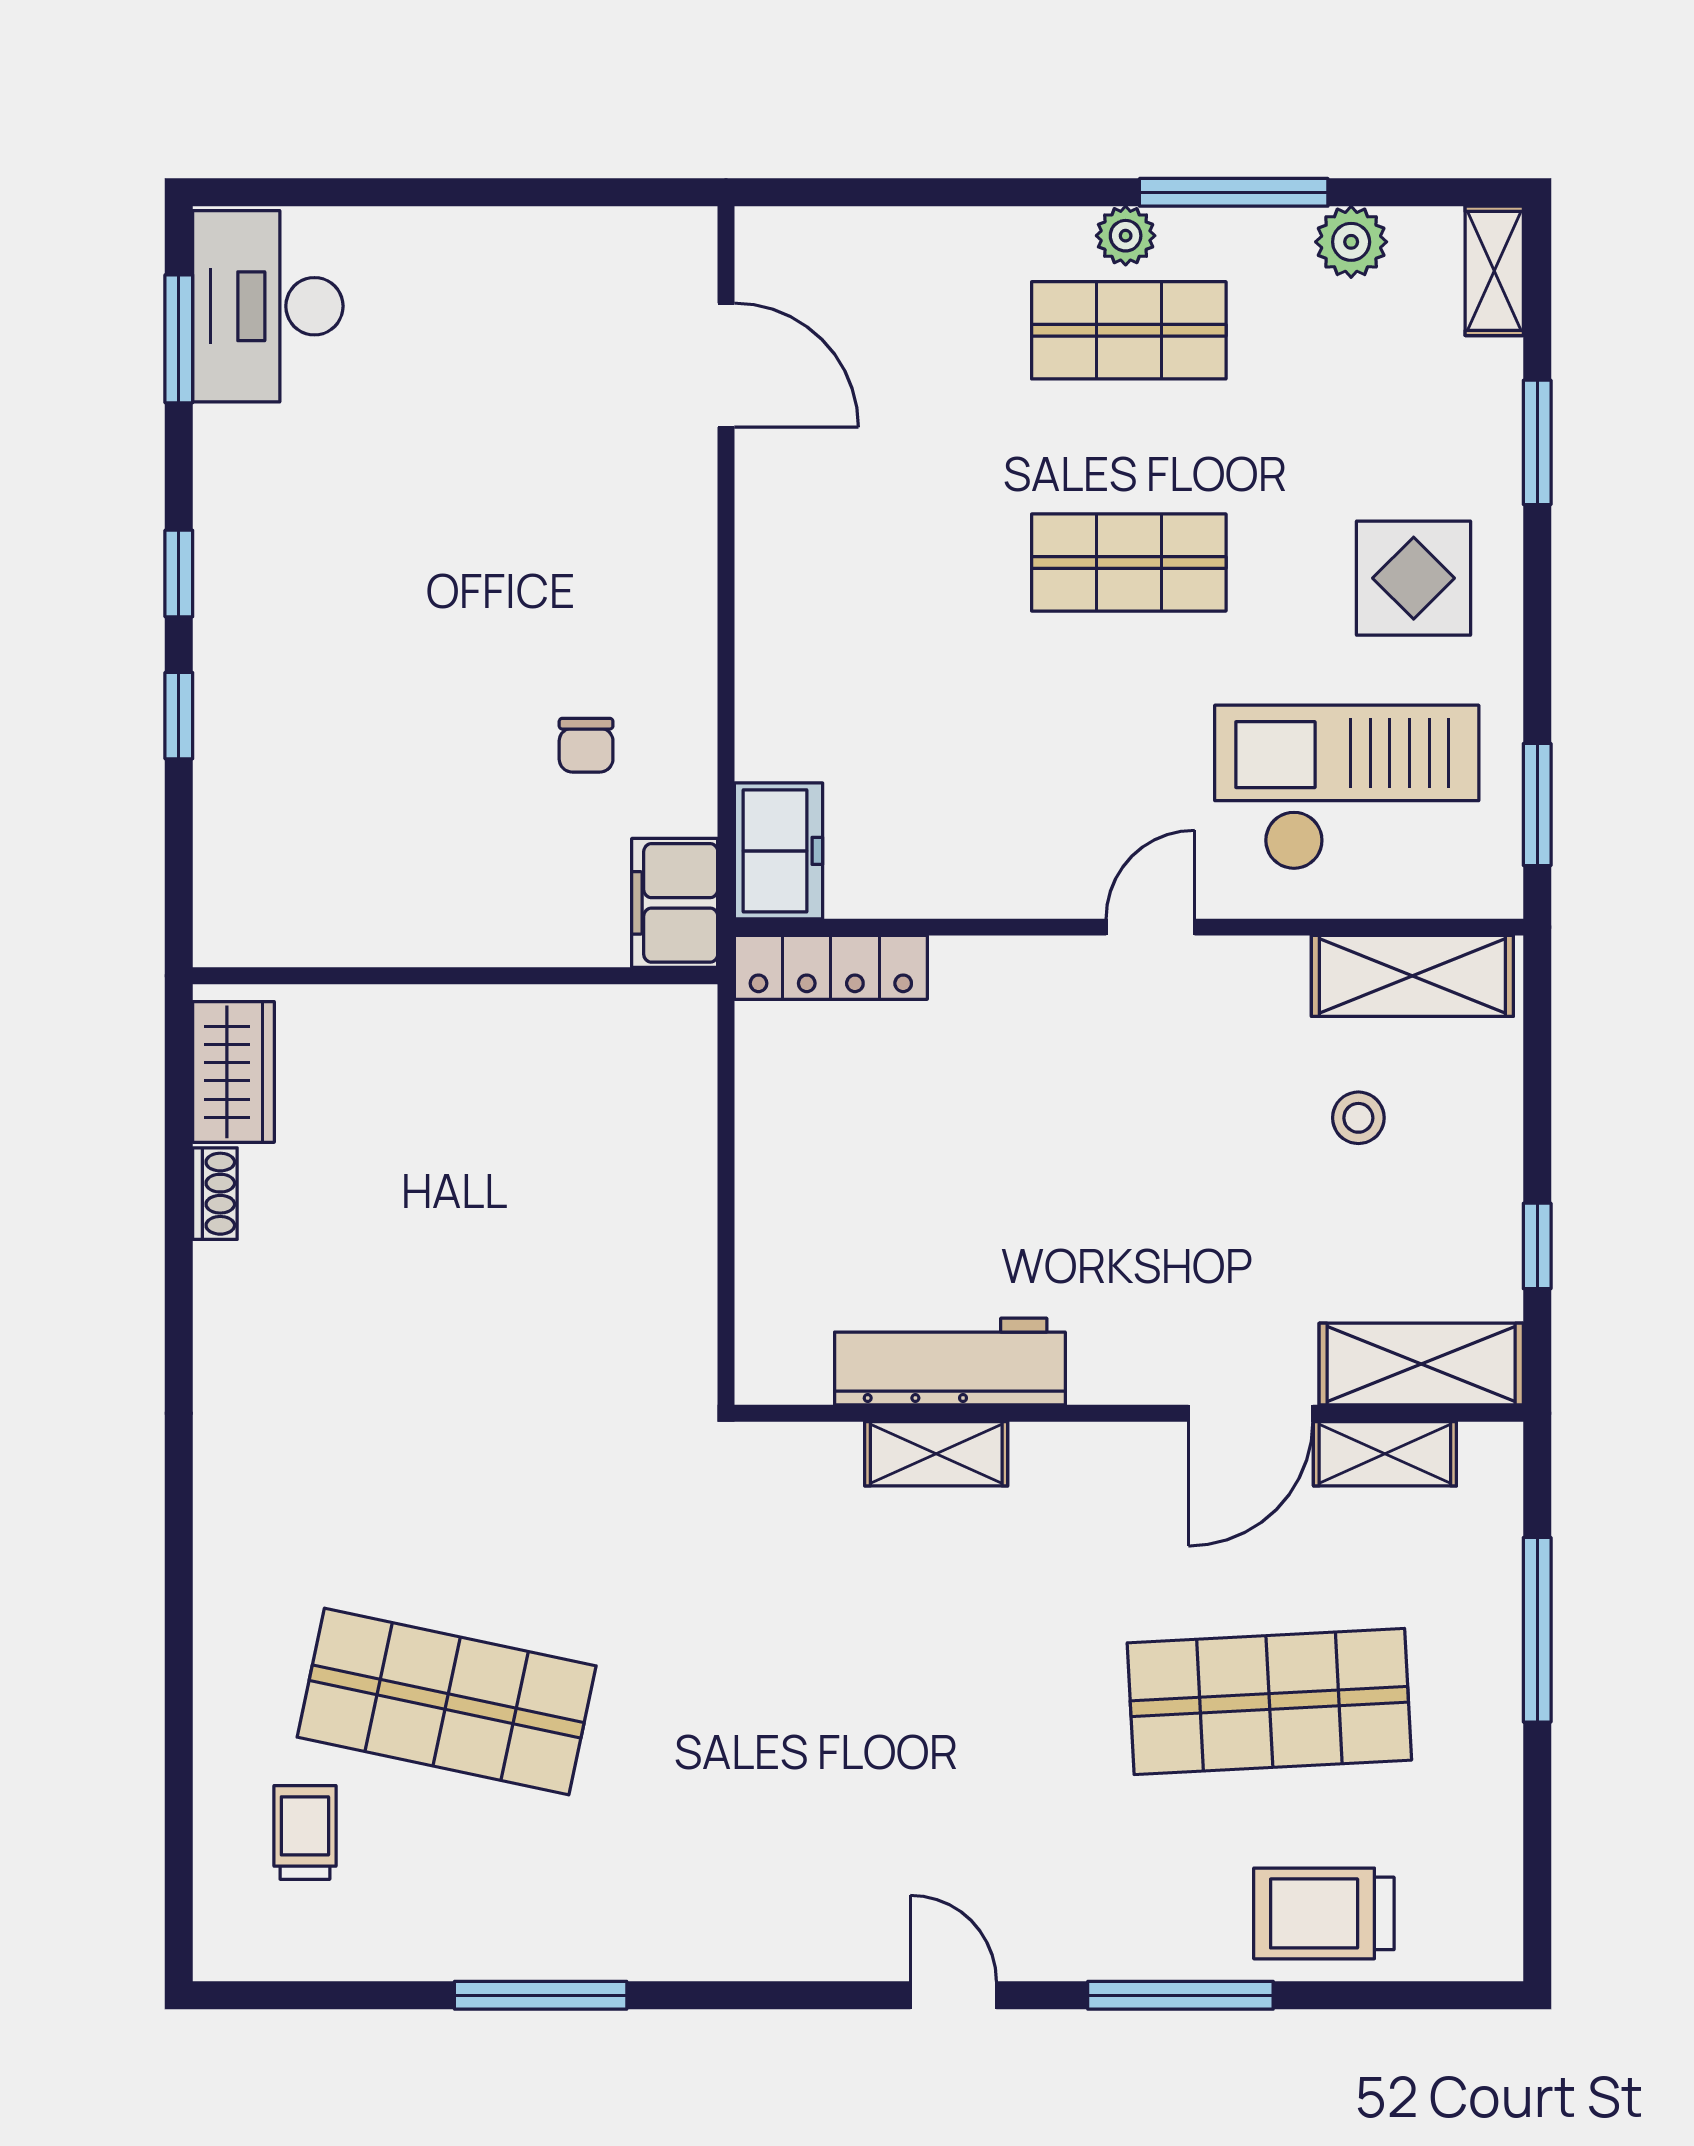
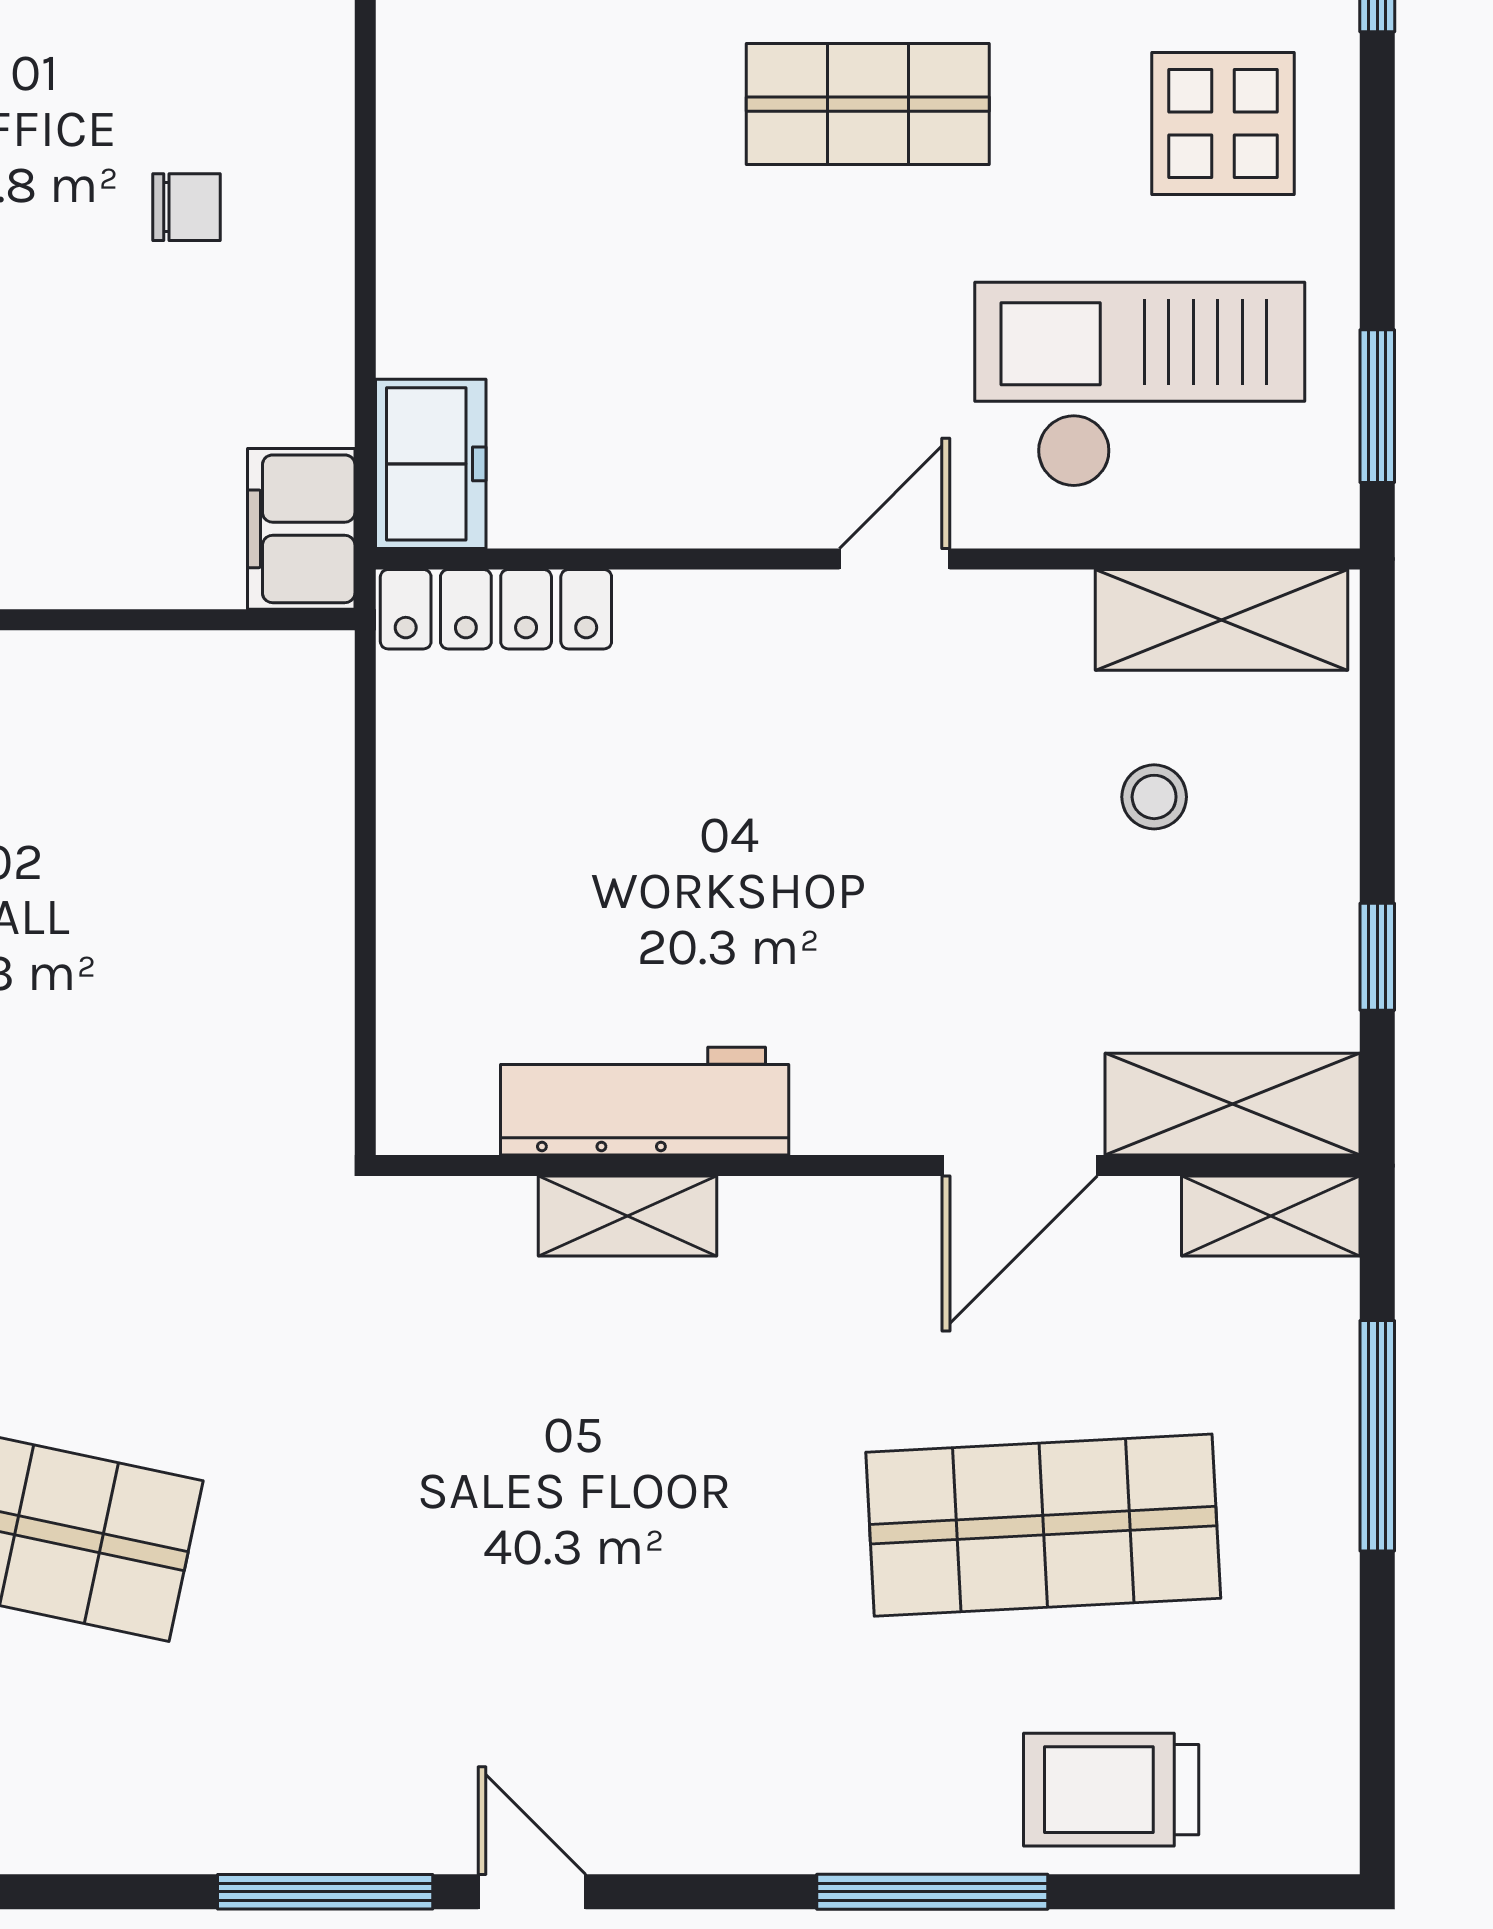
chair: (586, 745) -> (187, 207), moved, turned -90
shelving: (1385, 1454) -> (1271, 1216), moved
window: (541, 1995) -> (325, 1892), moved
door: (953, 1995) -> (532, 1892), moved

